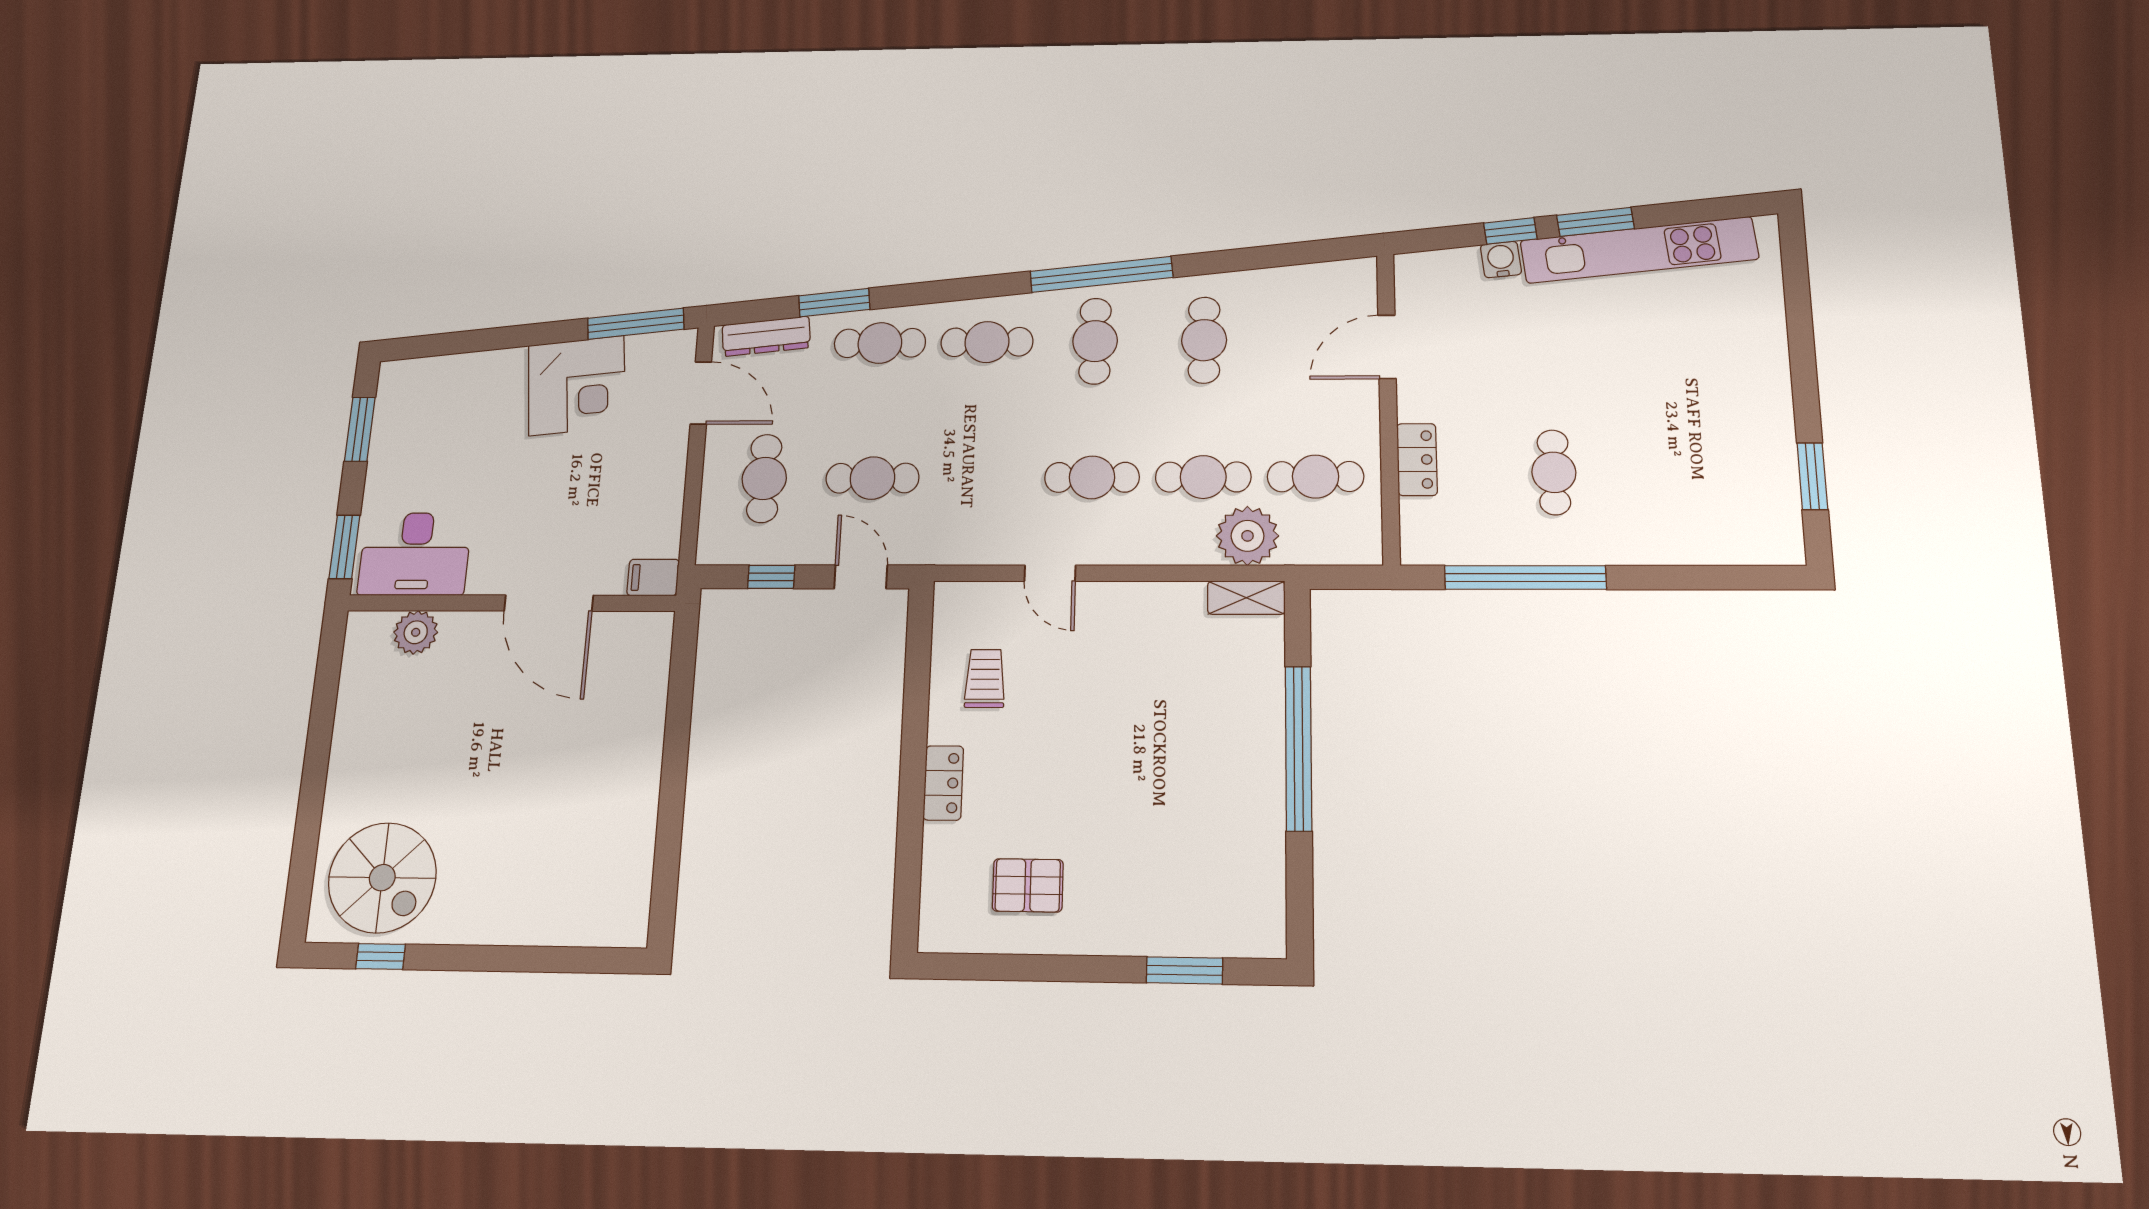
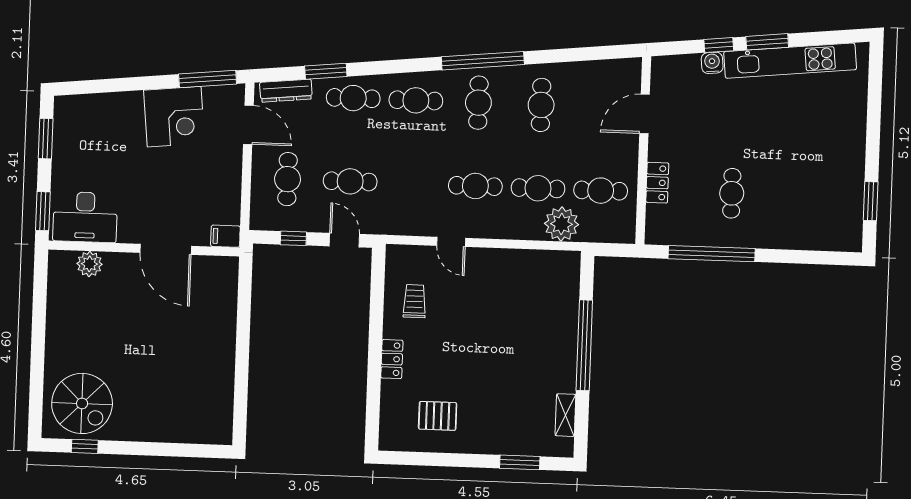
shelving: (1246, 598) -> (565, 415), moved, turned 90

